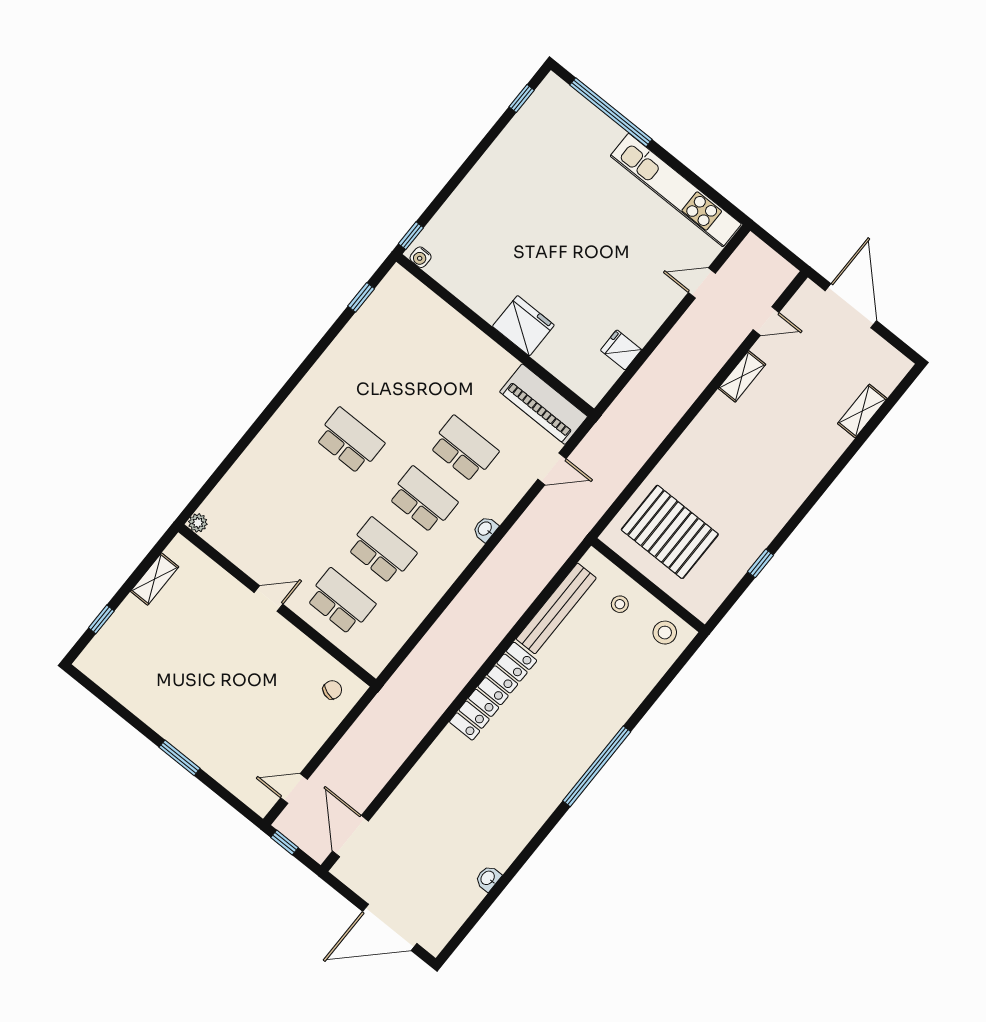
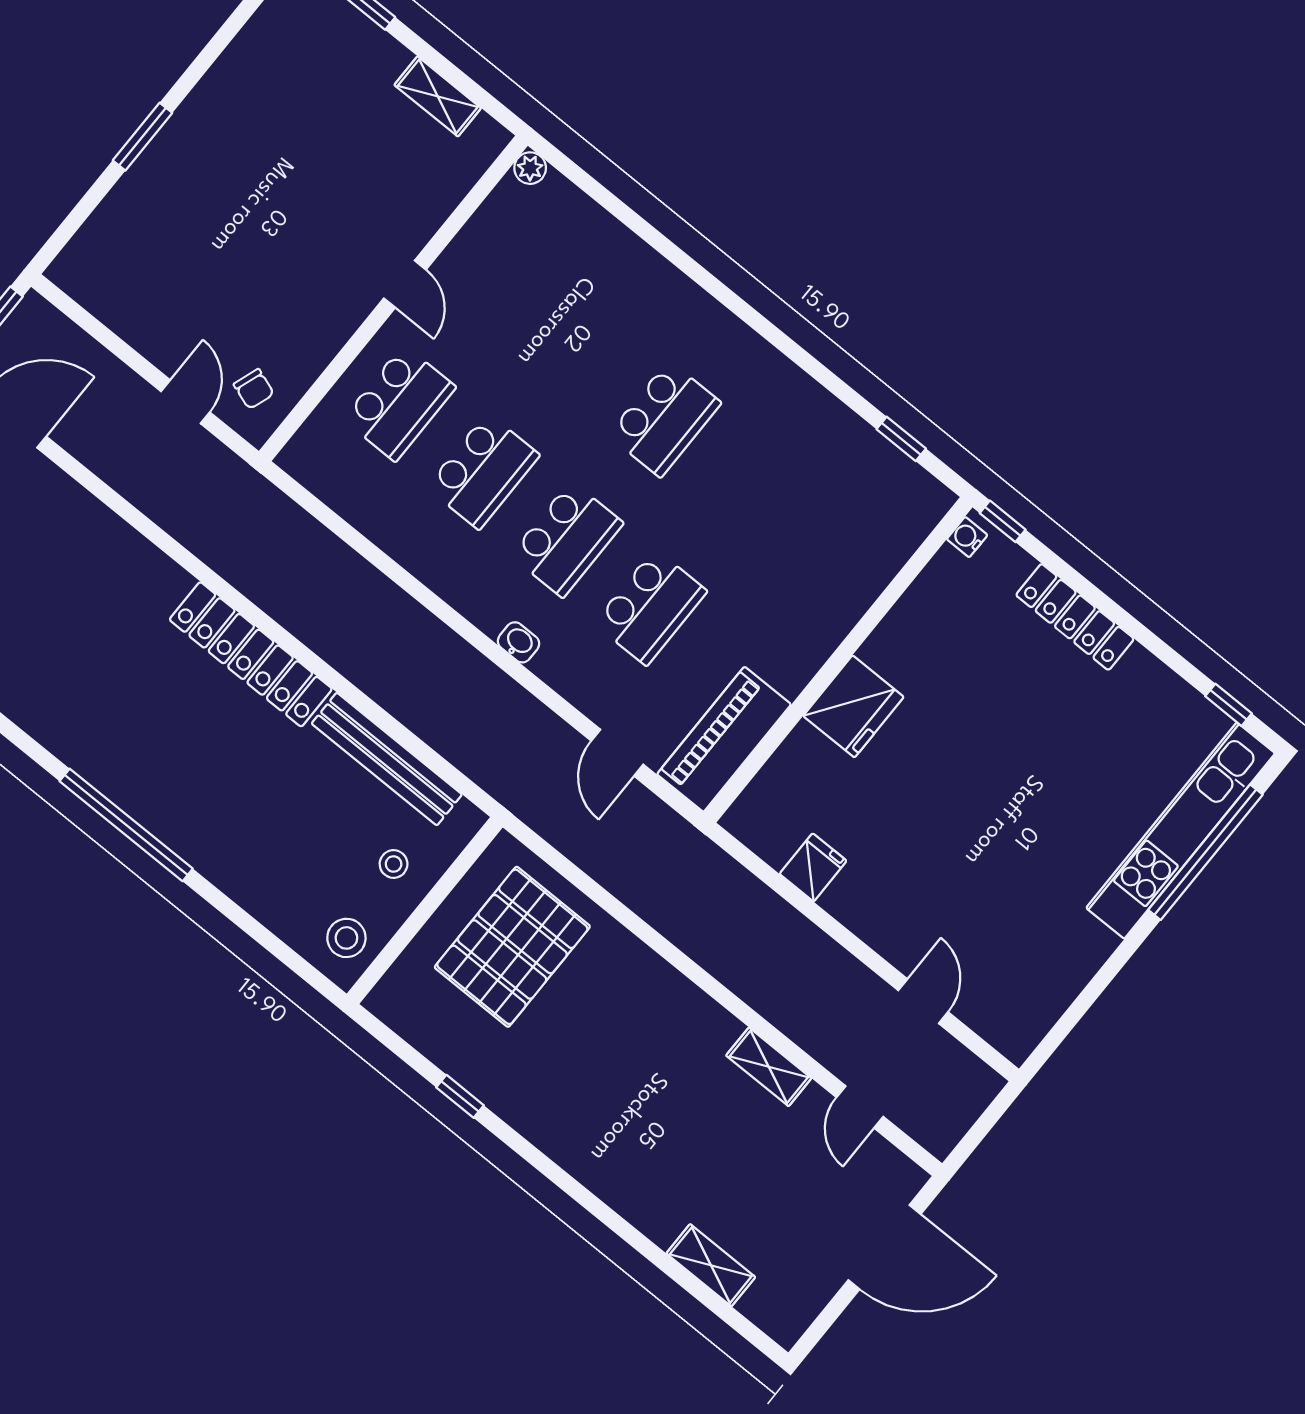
kitchen unit: (676, 190) -> (1181, 831), moved
locker: (469, 192) -> (1075, 617), added
door: (294, 789) -> (185, 402), moved

